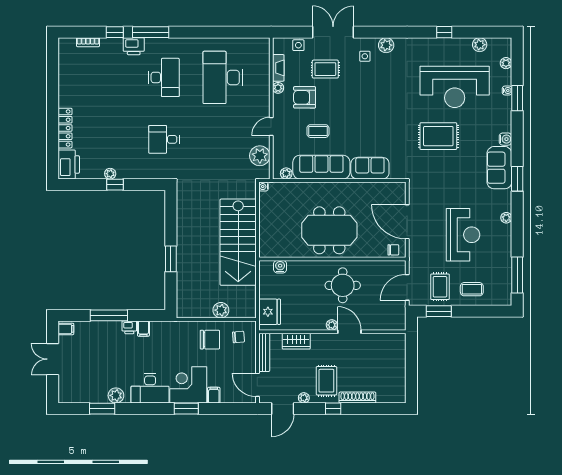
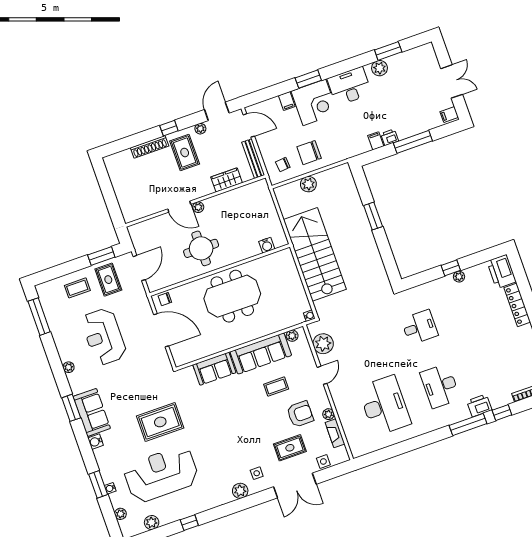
fridge: (270, 312) -> (262, 199), removed

